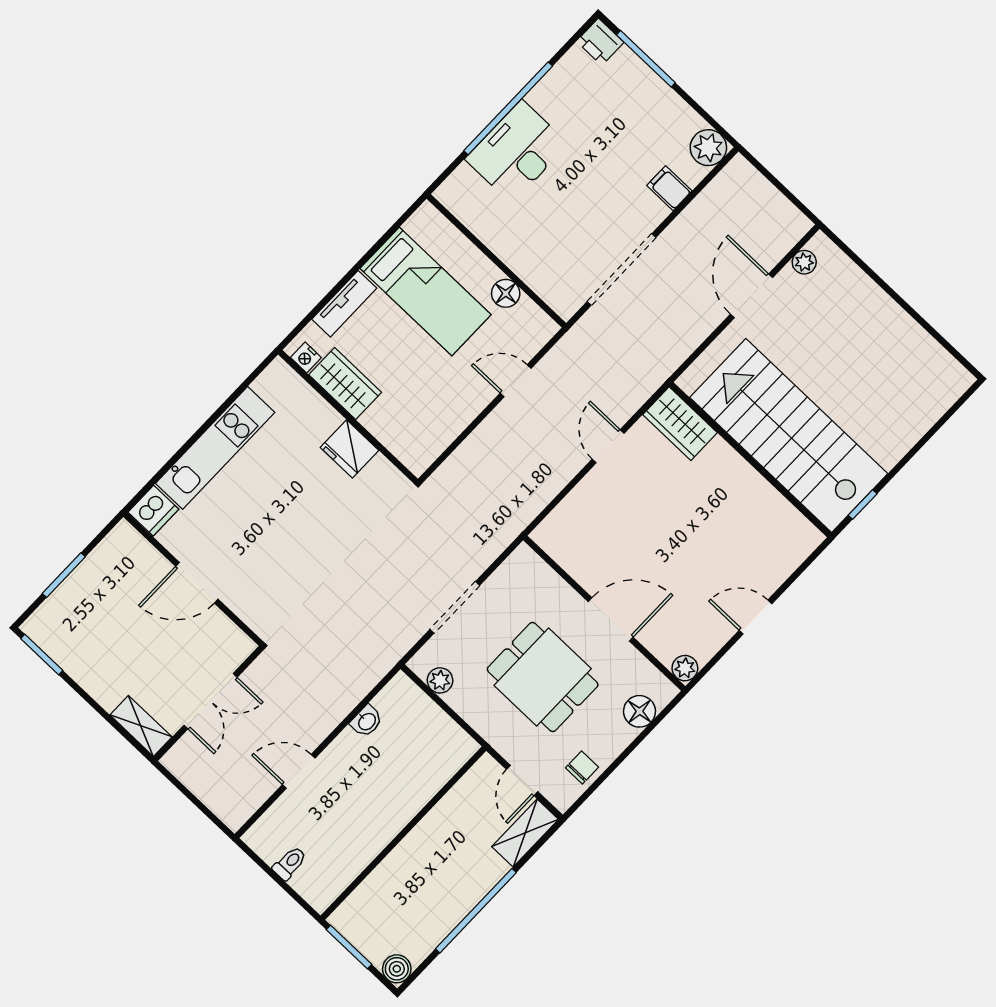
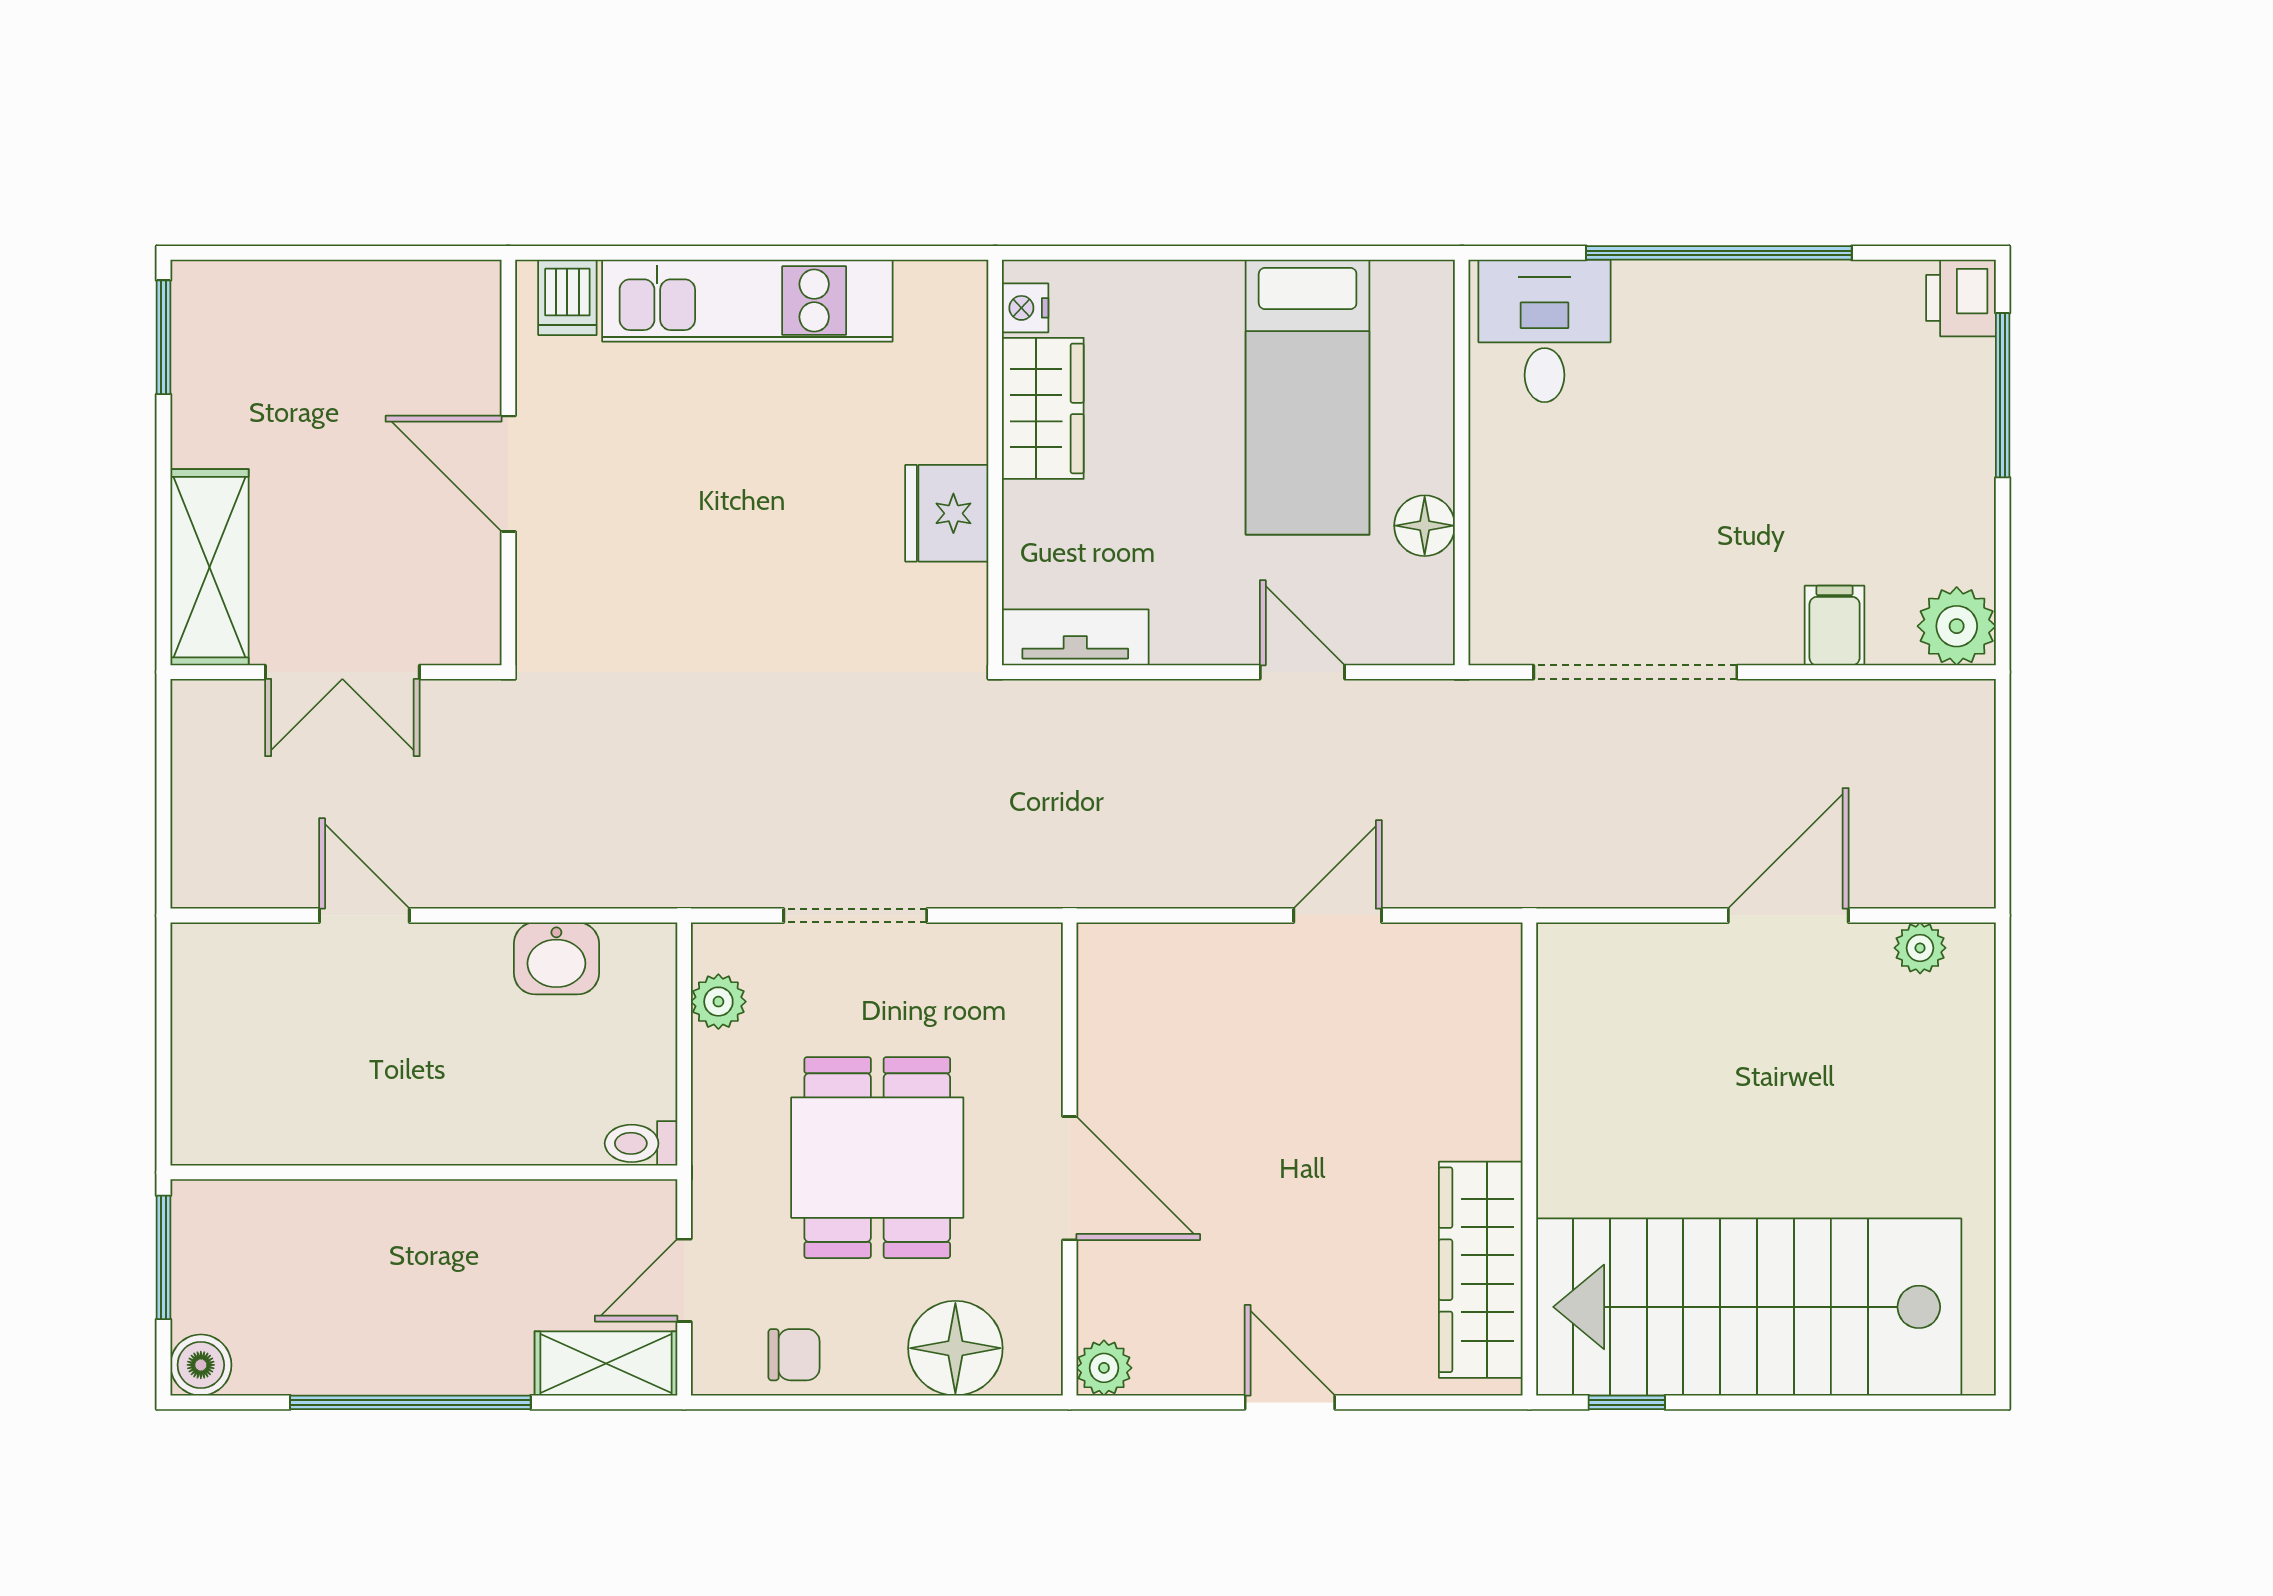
desk: (517, 151) -> (1545, 331), moved, width x0.73
tv unit: (344, 304) -> (1075, 637), moved, turned 180
wardrobe: (680, 424) -> (1481, 1270), moved, width x1.50
stairs: (789, 436) -> (1749, 1307), moved, turned -90
dishwasher: (153, 511) -> (567, 297), width x0.73
window: (64, 575) -> (321, 253), removed
floor lamp: (640, 711) -> (955, 1348), width x1.38, depth x1.38
washbasin: (367, 721) -> (556, 958), width x1.38, depth x1.45
shelving: (141, 726) -> (209, 567), width x1.50, depth x1.33
toilet: (290, 863) -> (641, 1143), moved, turned 180

